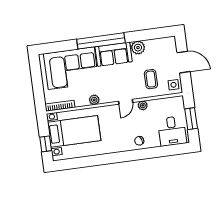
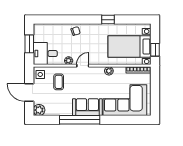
window: (101, 41) -> (80, 120), moved
plant: (138, 48) -> (39, 110), moved
desk: (172, 131) -> (45, 54), moved, turned -90
window: (46, 144) -> (155, 50), moved
window: (103, 159) -> (108, 20), added

